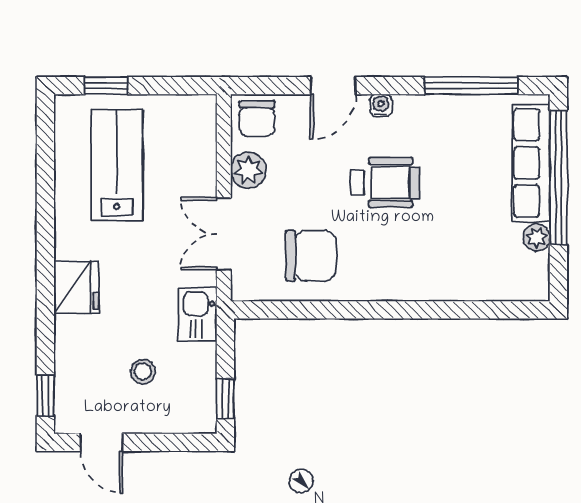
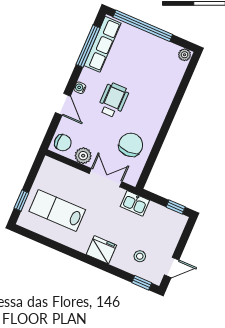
row of seats: (531, 163) -> (102, 44), moved, turned -90
double door: (224, 234) -> (106, 178), swing flipped
plant: (537, 237) -> (185, 55), moved
stool: (143, 371) -> (140, 256), moved

